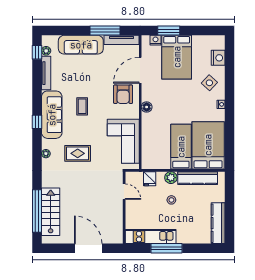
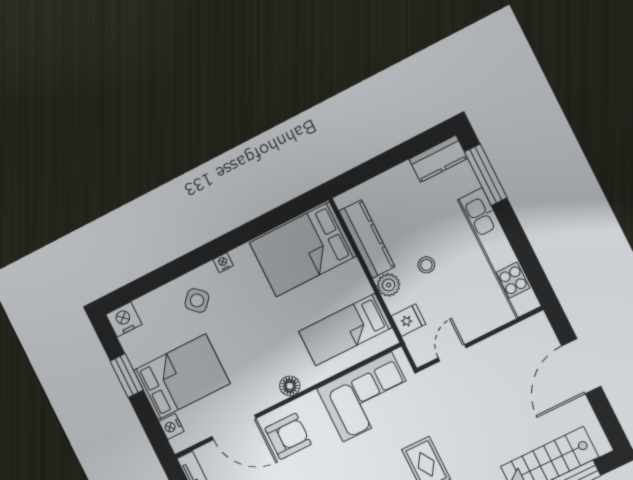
window: (169, 31) -> (127, 376), moved
nightstand: (218, 58) -> (124, 319), moved
bed: (181, 147) -> (345, 330), moved
kitchen counter: (218, 223) -> (438, 159), width x0.67
kitchen unit: (151, 237) -> (499, 253), width x1.36
window: (167, 248) -> (486, 175), moved

